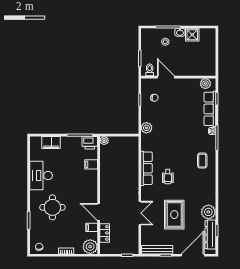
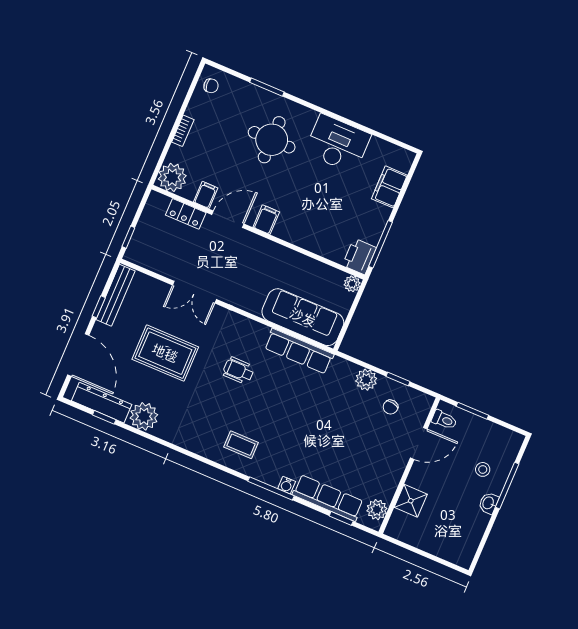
shower: (192, 35) -> (411, 501), moved
plant: (146, 128) -> (366, 380), moved
sofa: (130, 157) -> (303, 317), added
filing cabinet: (91, 164) -> (266, 220), moved
row of seats: (147, 168) -> (299, 351), moved

